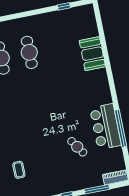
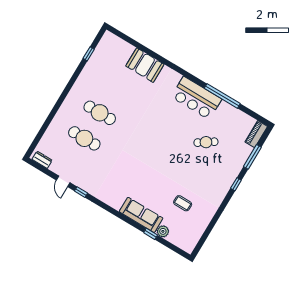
bar counter: (105, 127) -> (196, 98), moved

